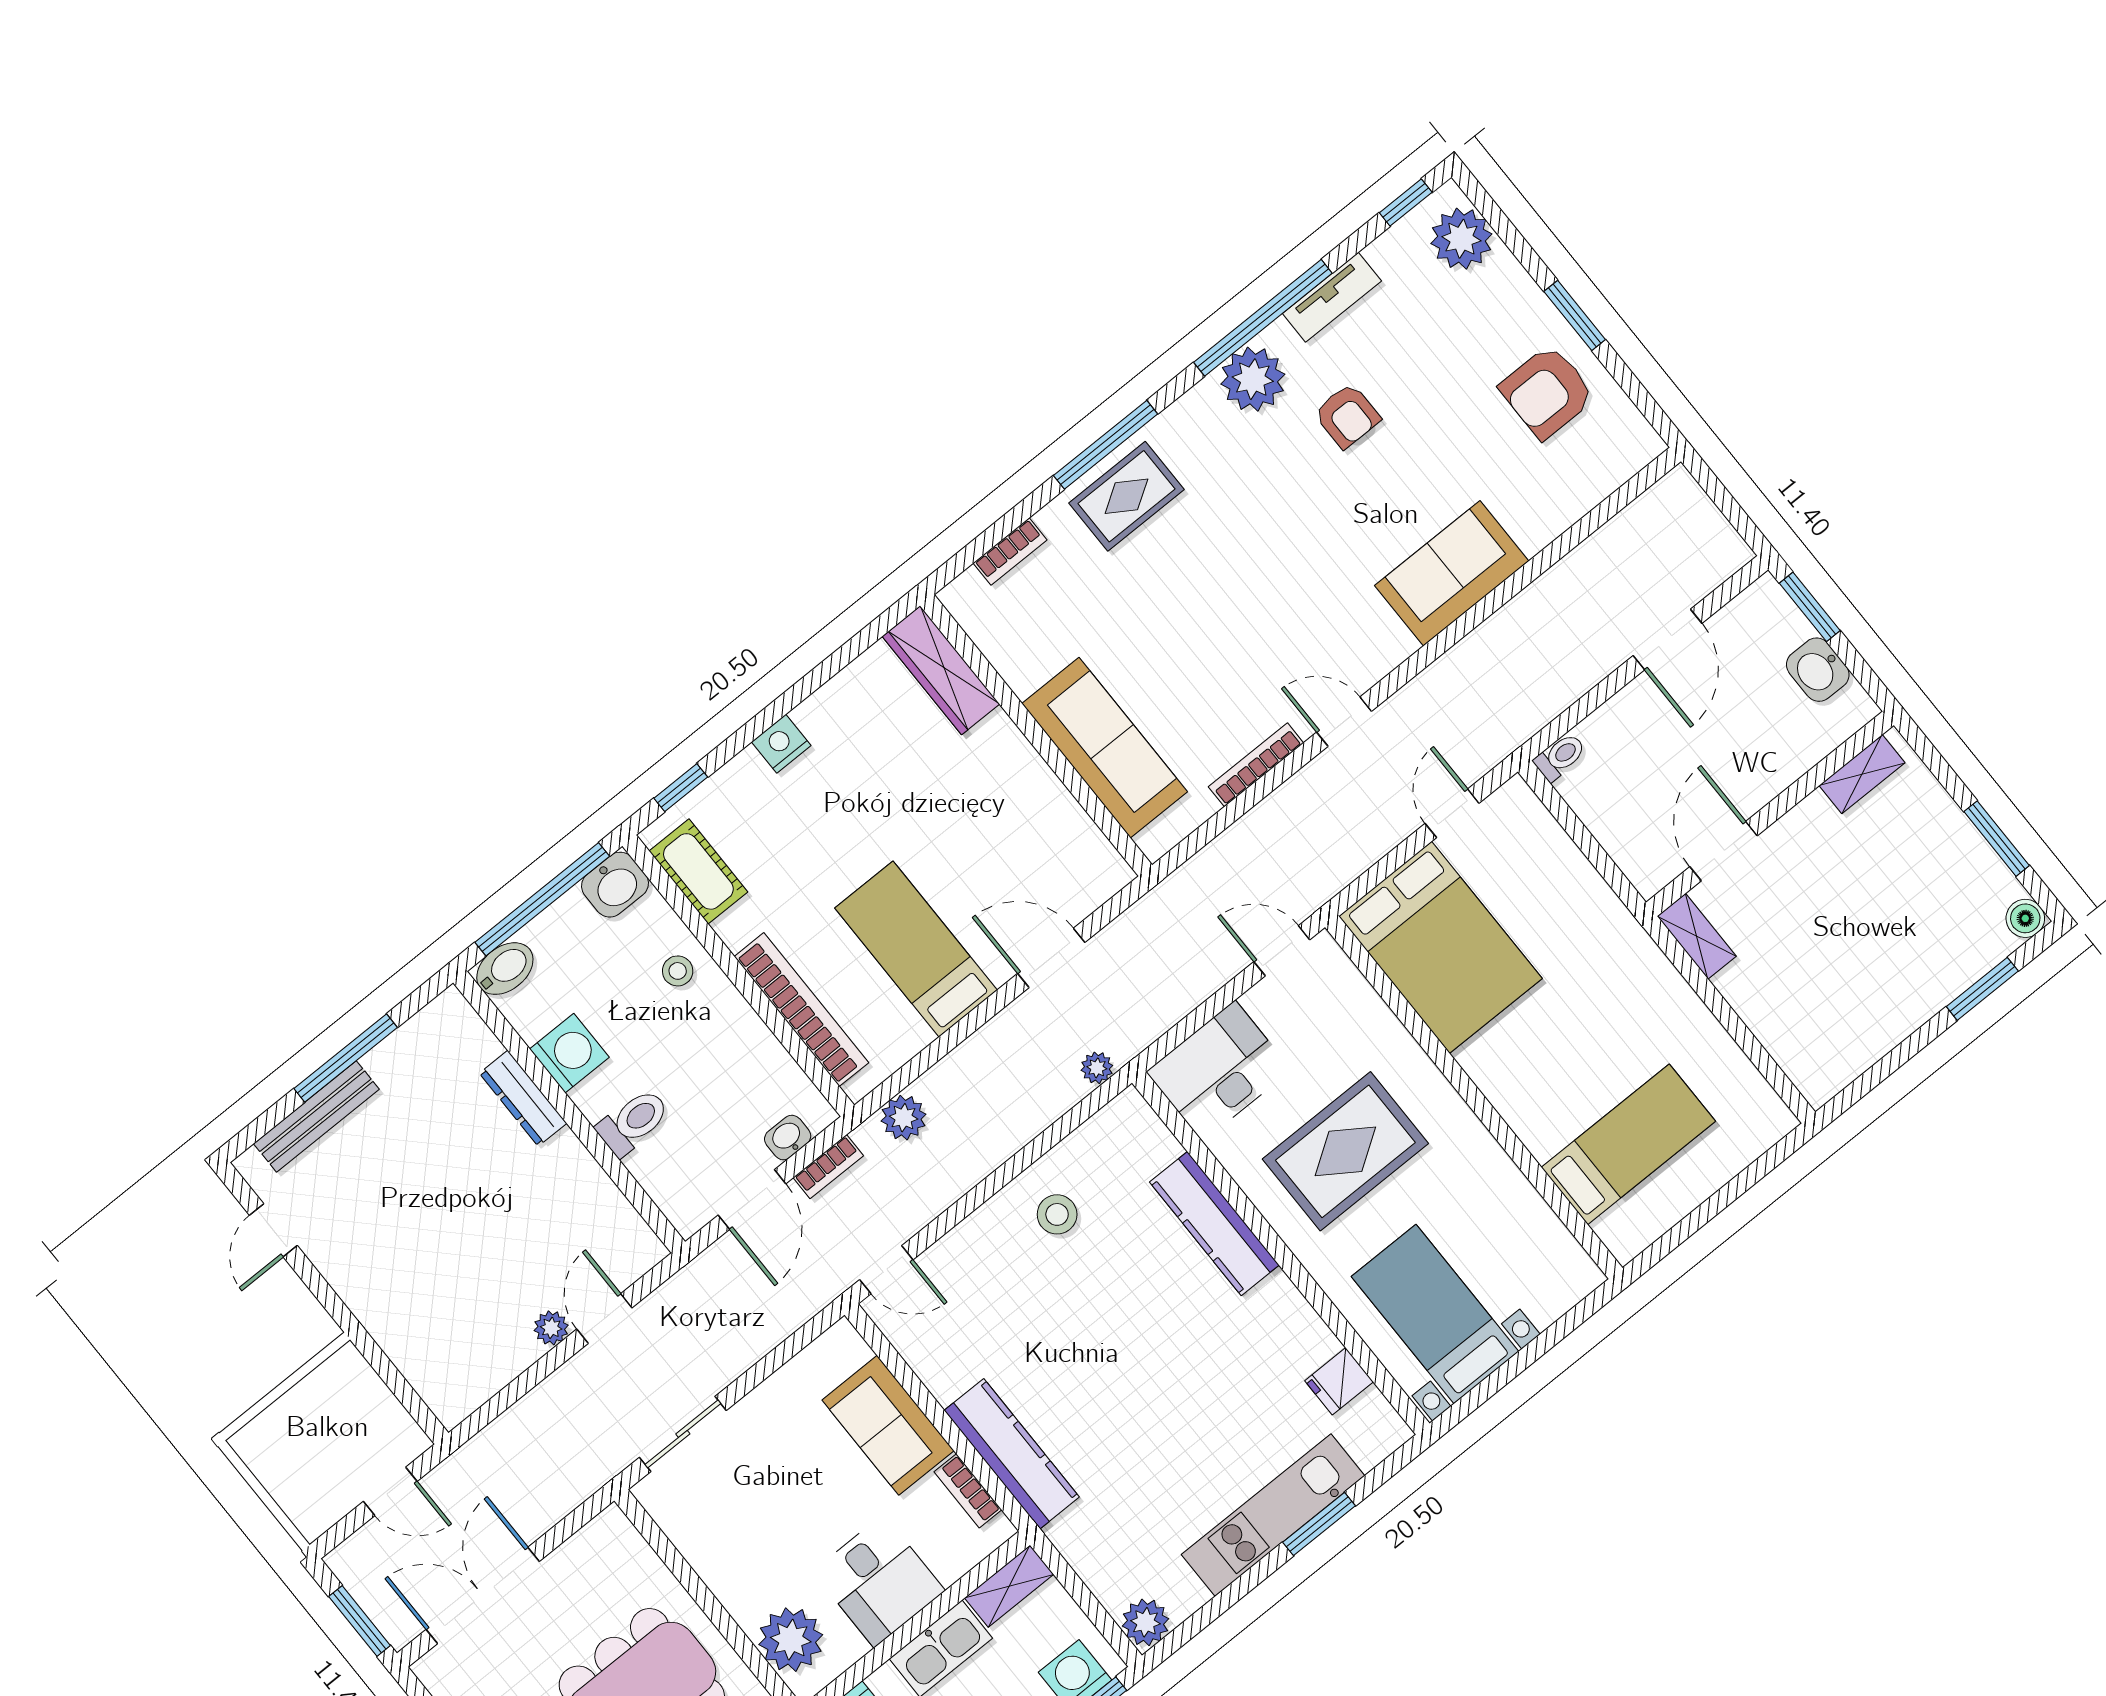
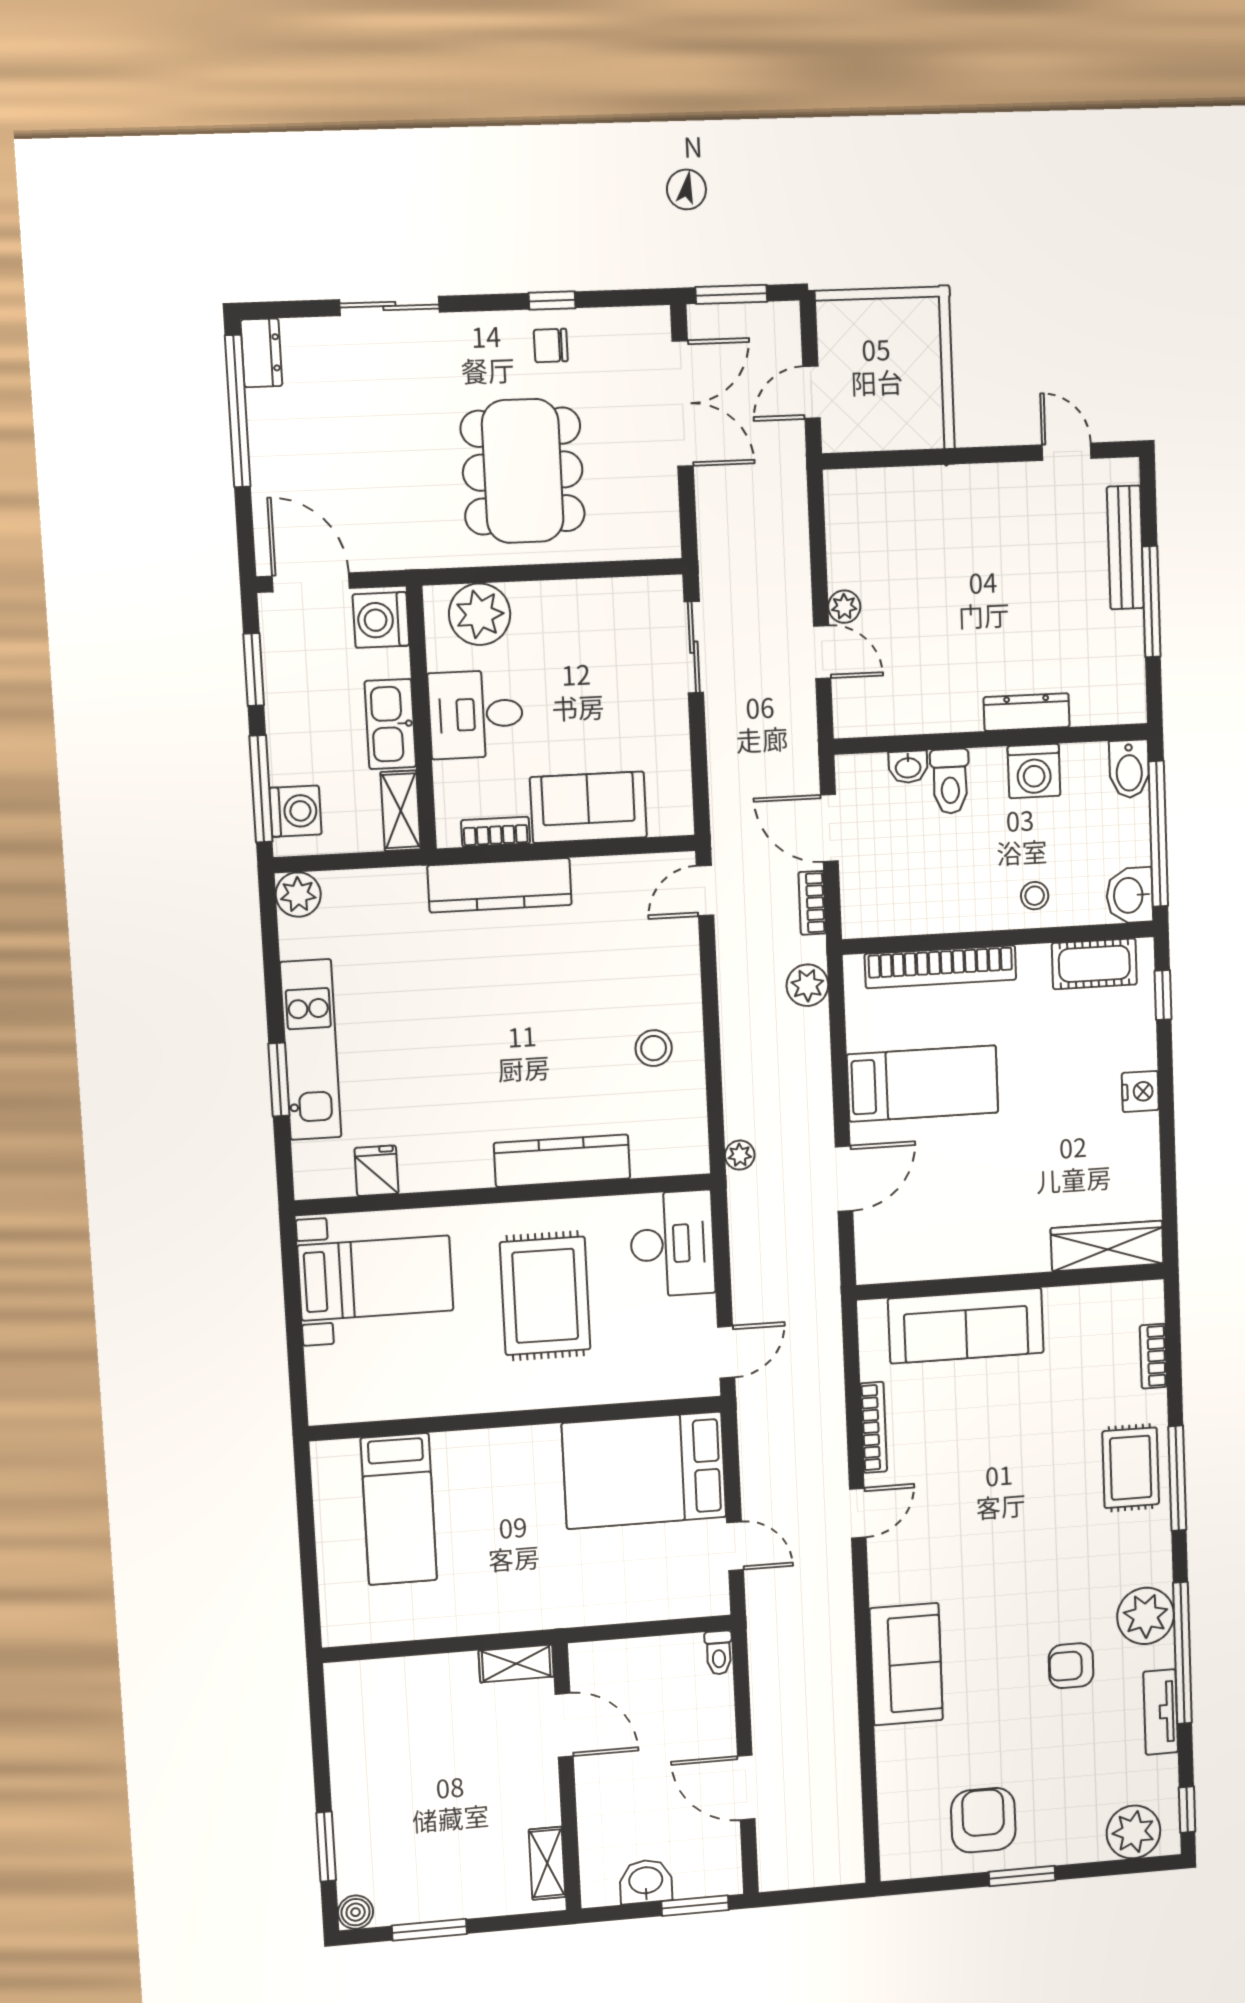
washbasin: (788, 1138) -> (908, 767), moved, turned 90

